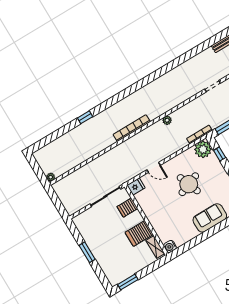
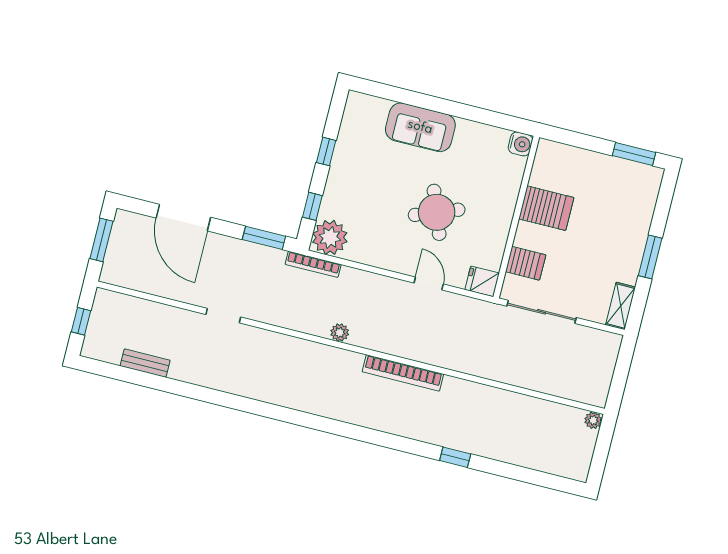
round table: (189, 184) -> (437, 212), moved
shelving: (155, 247) -> (621, 306), moved

